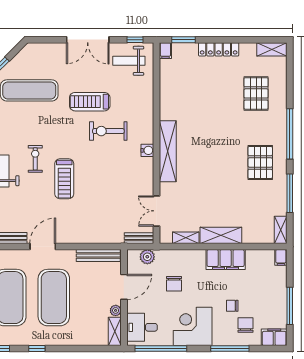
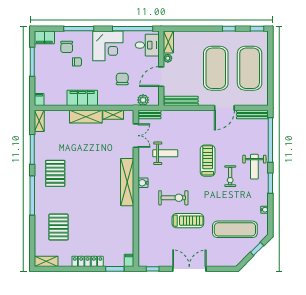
weight bench: (129, 61) -> (165, 153), moved

